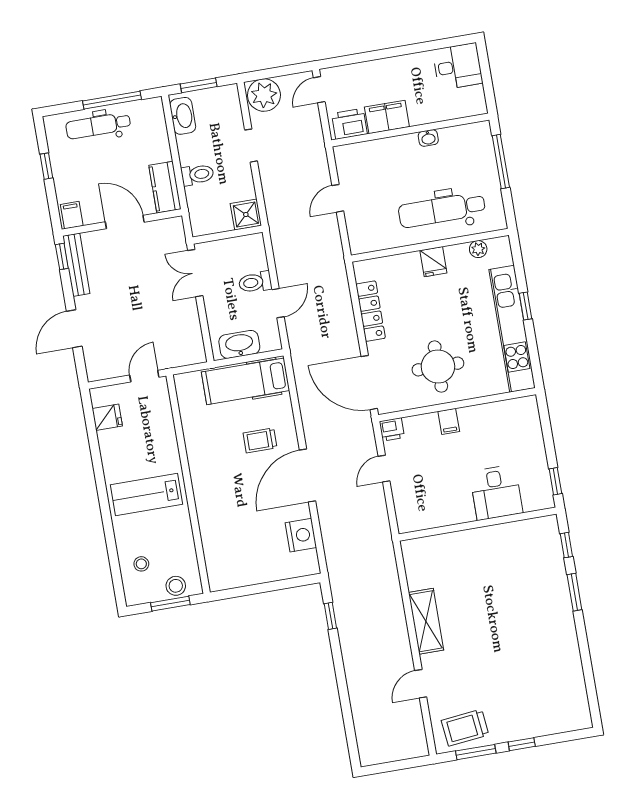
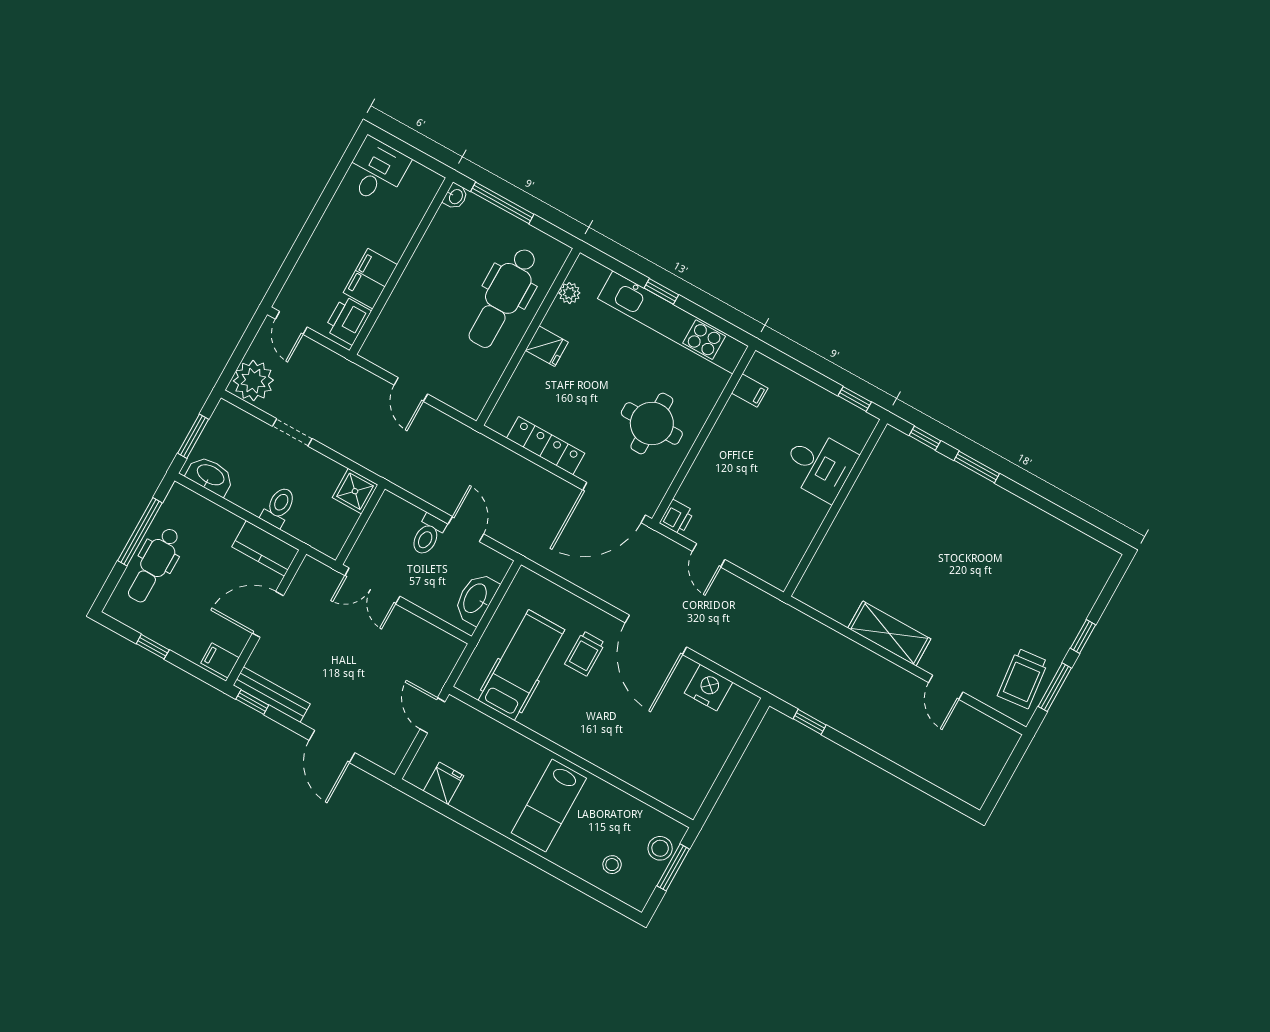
washbasin: (428, 138) -> (455, 196), moved
hospital bed: (246, 381) -> (521, 665), moved, turned 180
filing cabinet: (449, 421) -> (750, 391), moved

